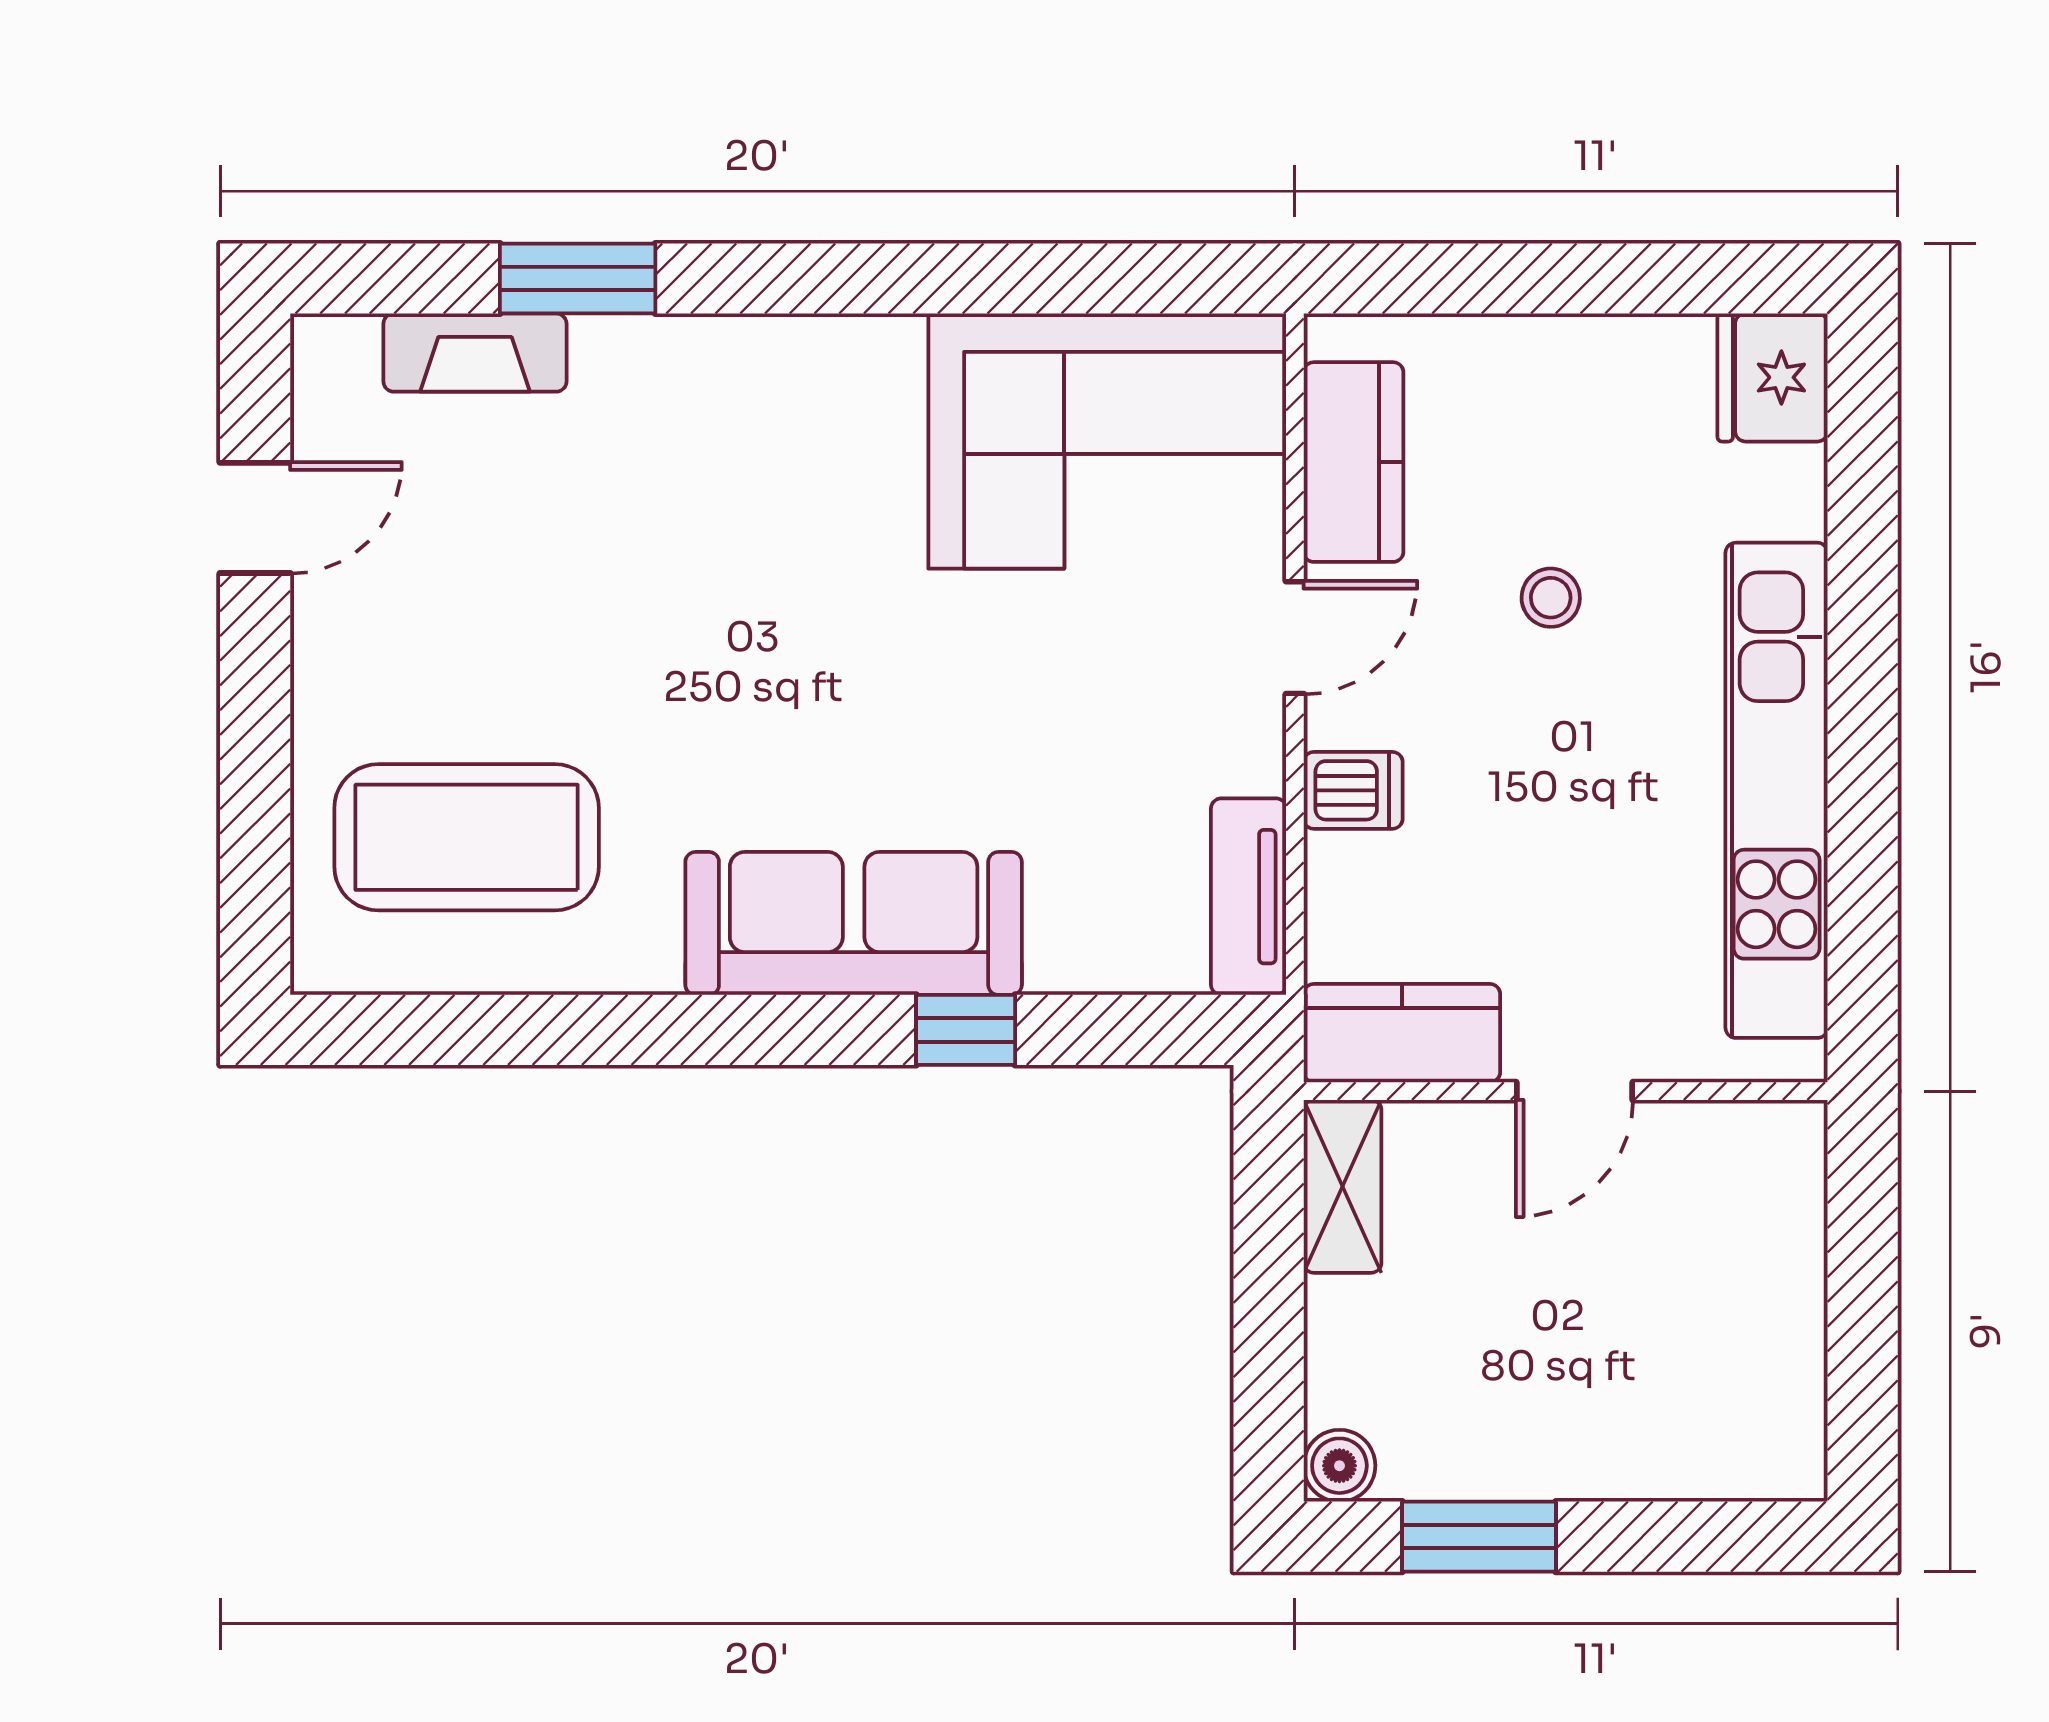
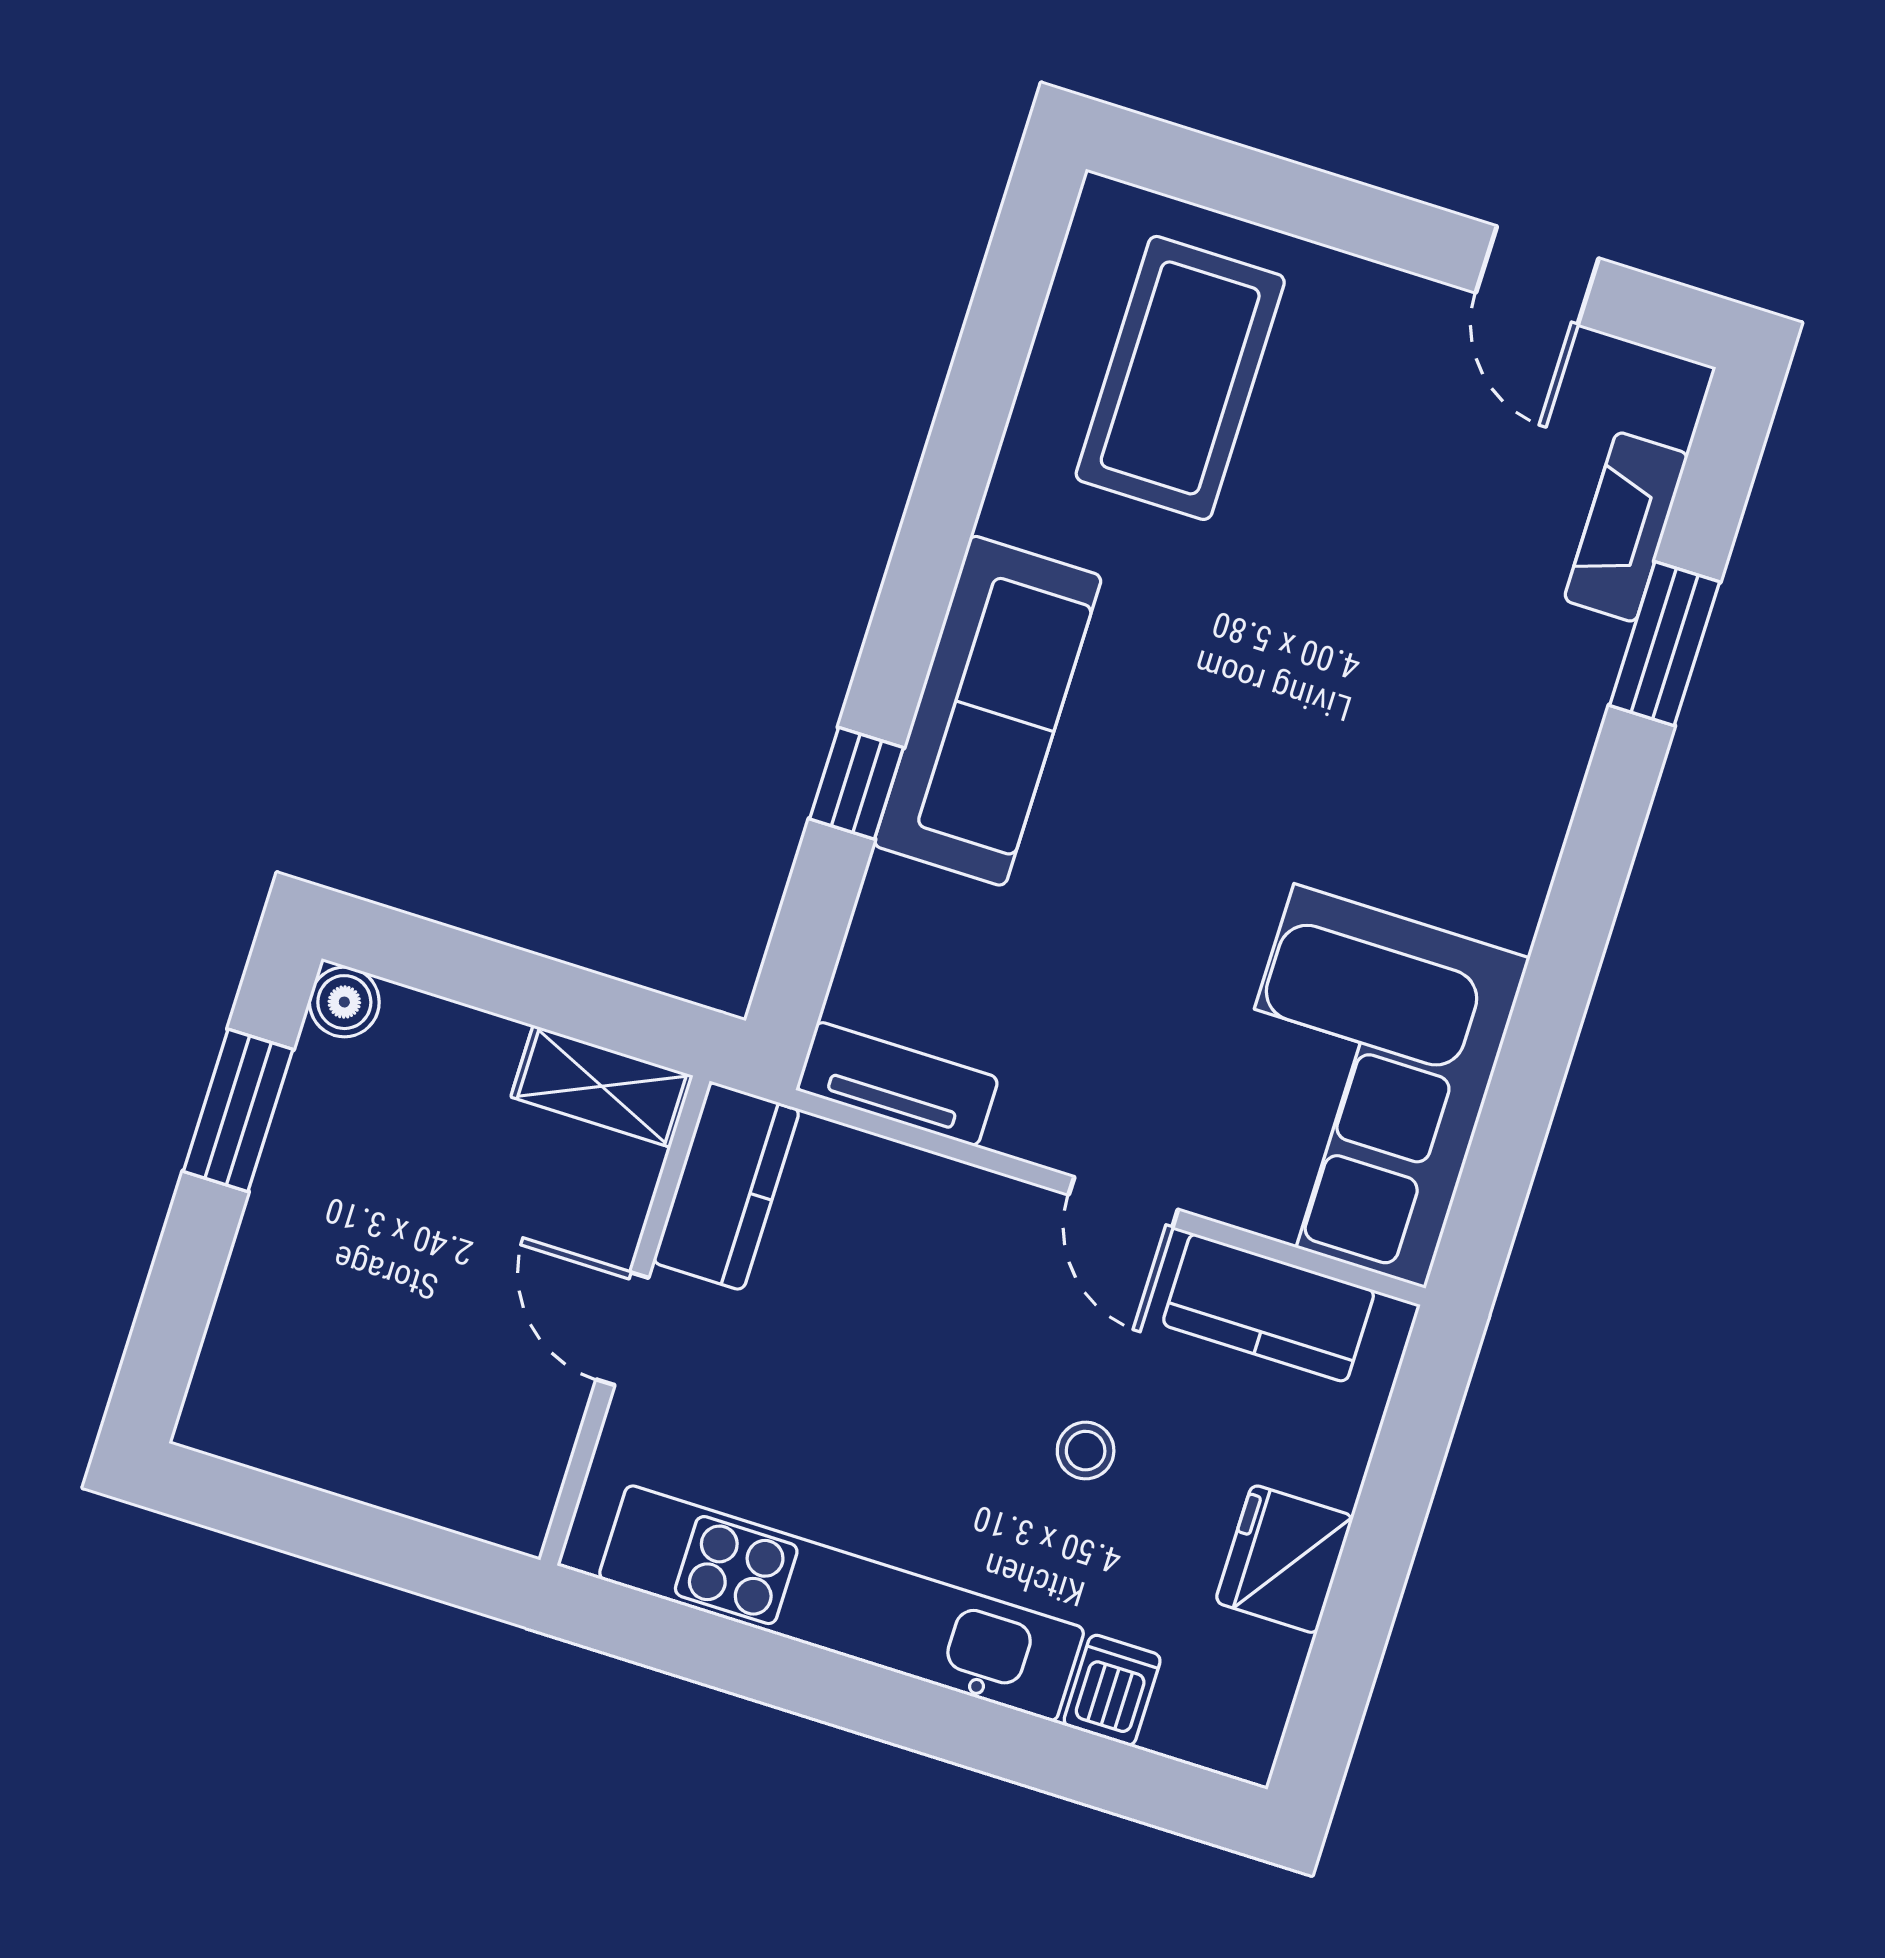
fridge: (1773, 377) -> (1284, 1559), moved, turned -90
dishwasher: (1353, 790) -> (1112, 1690), moved, turned 180

